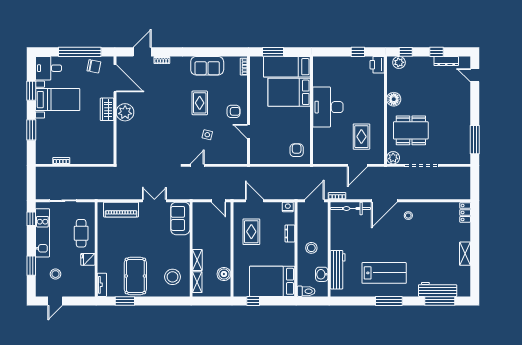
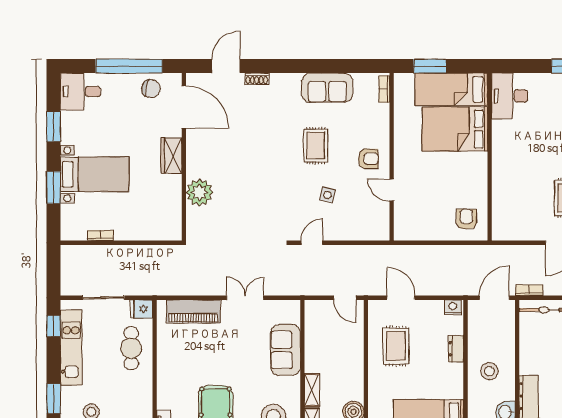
bed with nightstands: (58, 100) -> (95, 174), moved
desk: (328, 107) -> (510, 96), moved, width x0.73, depth x0.77
plant: (125, 112) -> (199, 192), moved
sofa: (180, 218) -> (286, 350), moved
fridge: (88, 259) -> (142, 309), moved

